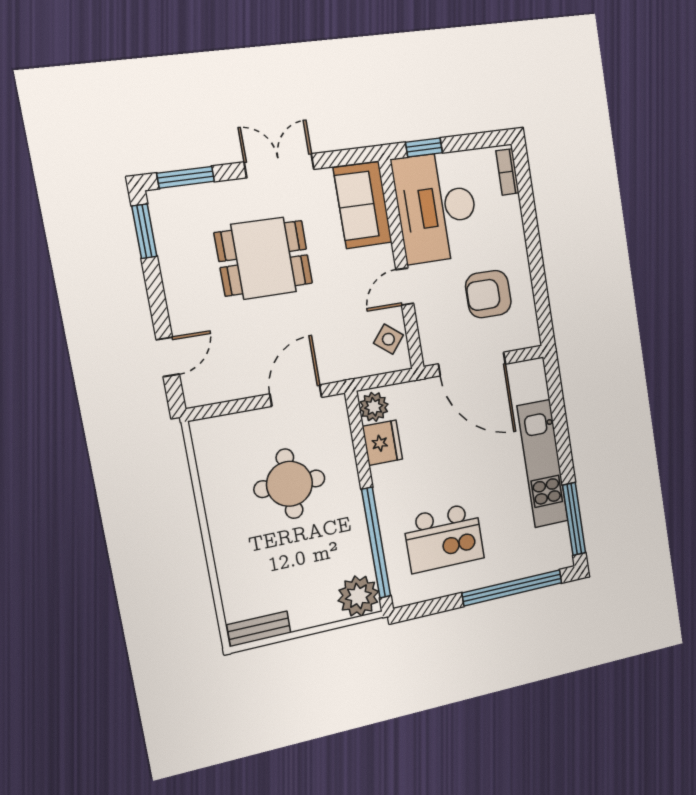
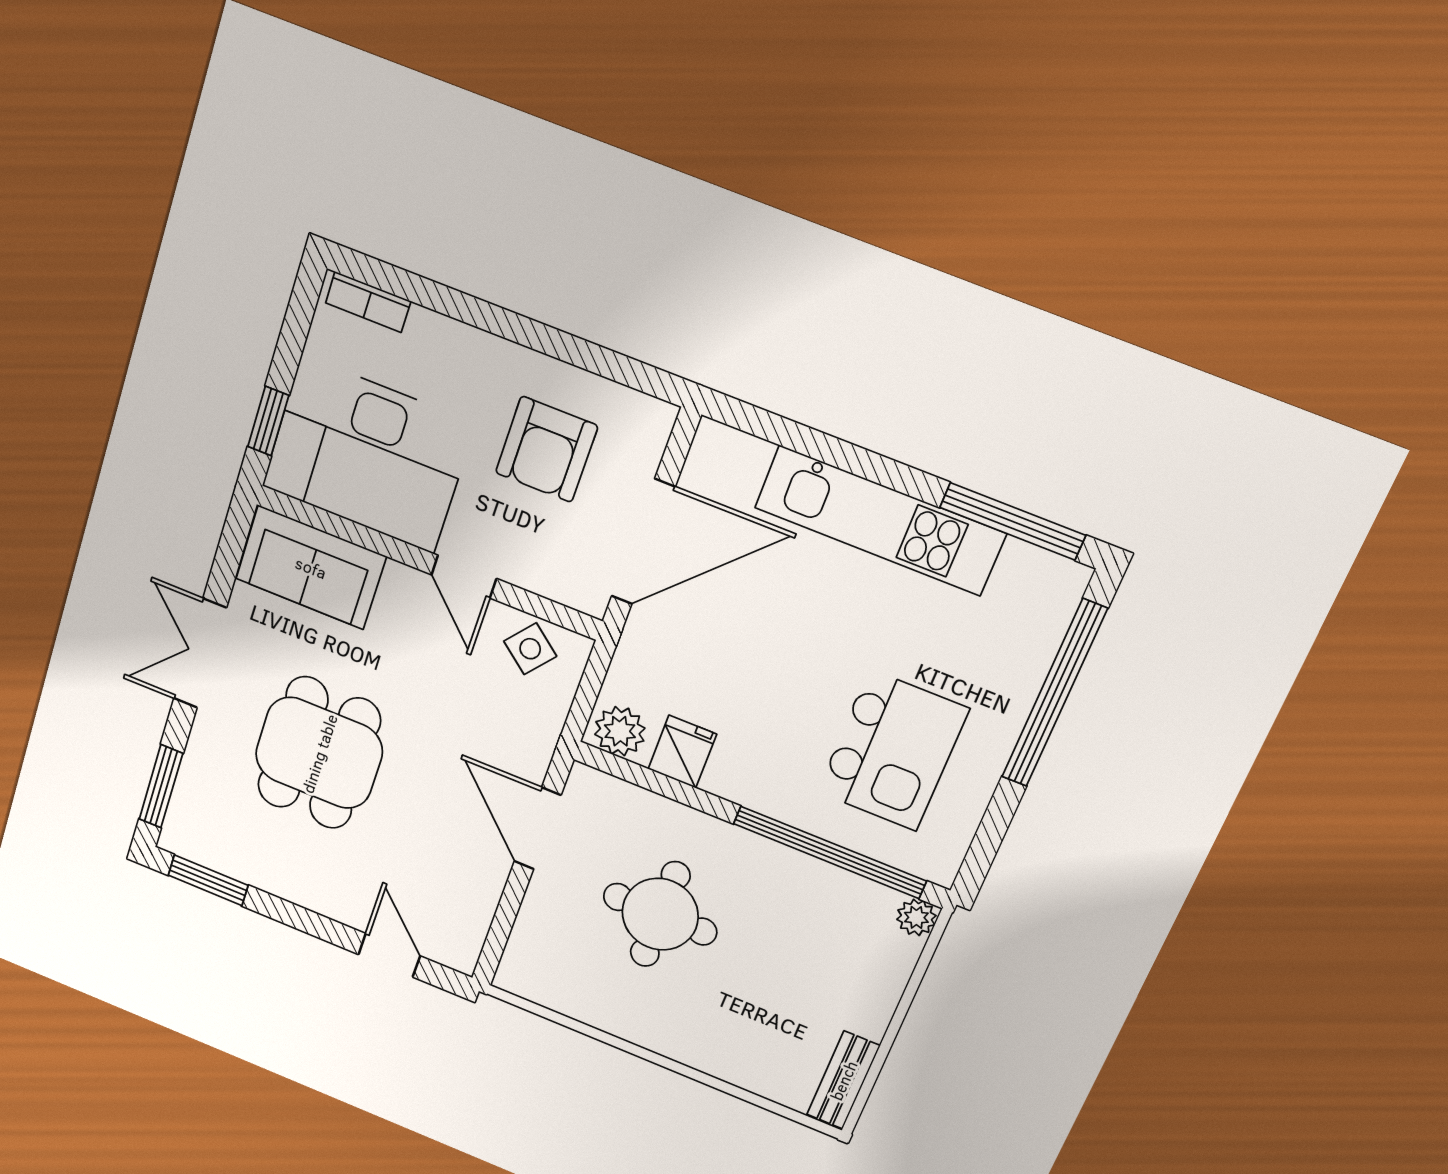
fridge: (382, 443) -> (682, 752), width x0.72
plant: (358, 596) -> (916, 917), width x0.53, depth x0.53

